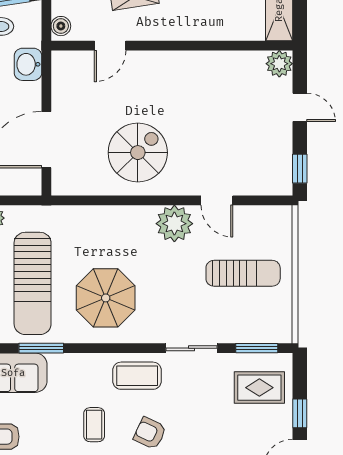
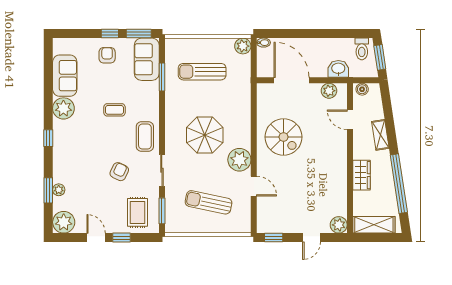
wardrobe: (199, 27) -> (361, 175), added
plant: (63, 79) -> (329, 91), added
door: (217, 200) -> (254, 186), swing flipped
sun lounger: (243, 273) -> (209, 202), turned 102
sun lounger: (33, 283) -> (202, 72), width x0.73, depth x0.75
parasol: (106, 298) -> (205, 135), moved
armchair: (150, 433) -> (119, 172), moved

